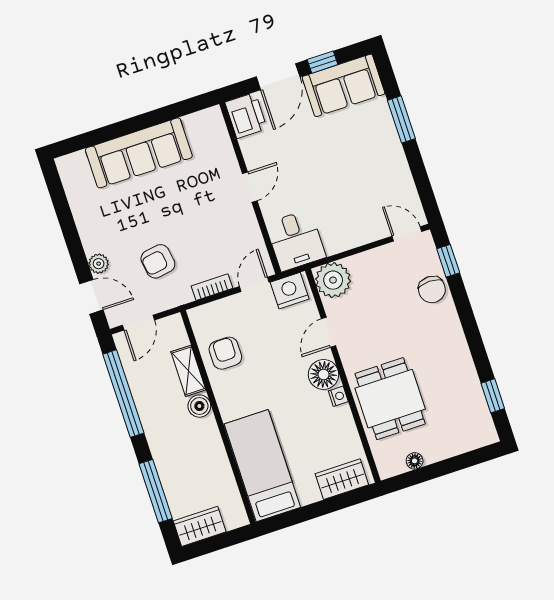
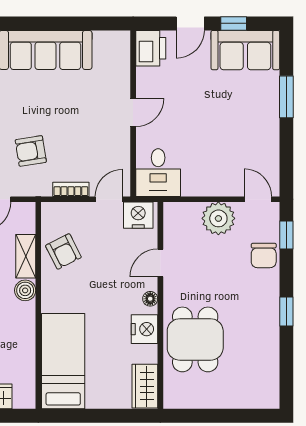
door: (278, 77) -> (190, 23), width x0.73
plant: (333, 280) -> (218, 218), moved
armchair: (225, 353) -> (63, 251), turned 153
floor lamp: (324, 374) -> (150, 299), width x0.53, depth x0.53
nightstand: (338, 396) -> (145, 329), width x1.89, depth x1.79
window: (493, 396) -> (286, 311), moved
floor lamp: (415, 461) -> (199, 401), removed
wardrobe: (342, 479) -> (145, 386), moved, turned -90

